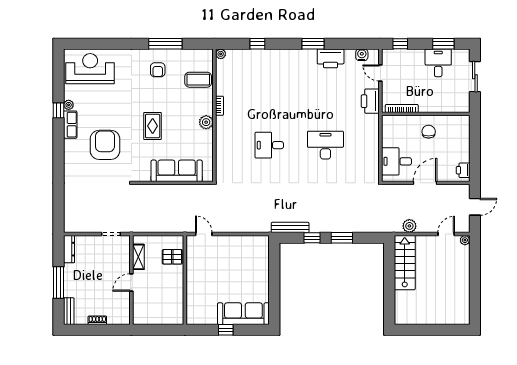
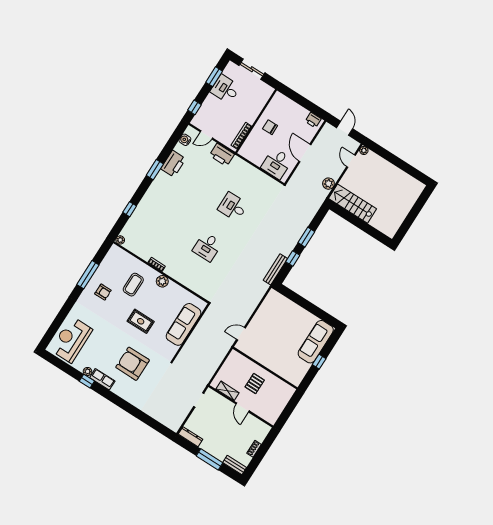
coffee table: (198, 80) -> (133, 285), moved
desk: (325, 145) -> (233, 207), width x0.73
pallet: (172, 257) -> (255, 384), moved

